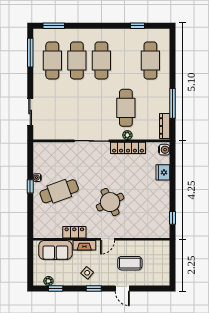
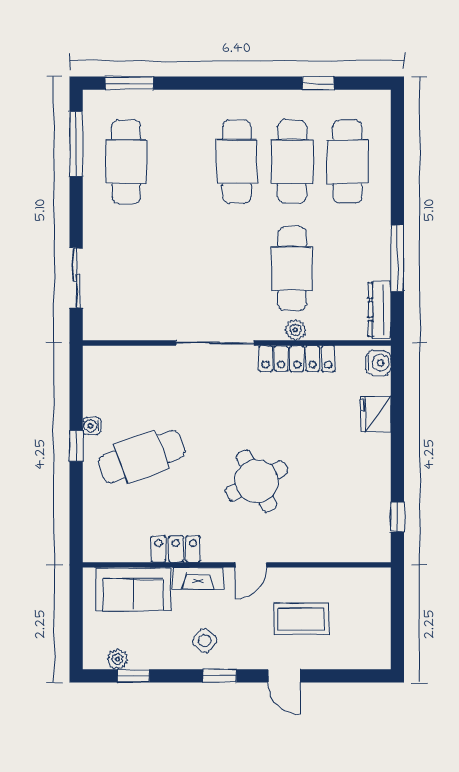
cafe table: (77, 60) -> (292, 162), moved

